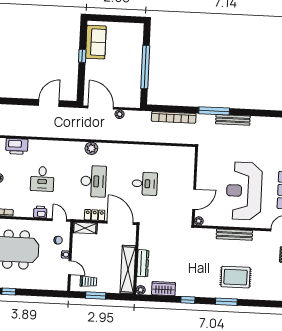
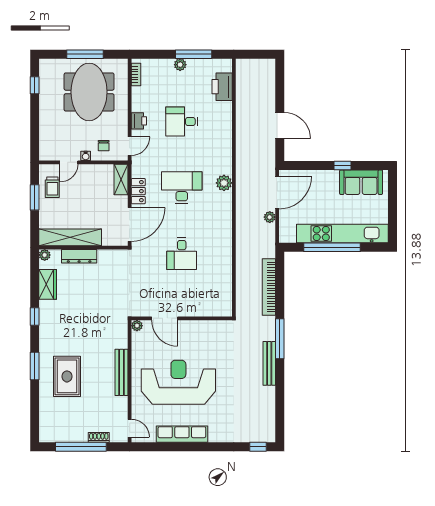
kitchen unit: (135, 59) -> (342, 233), added
desk: (93, 181) -> (182, 188), turned 180

